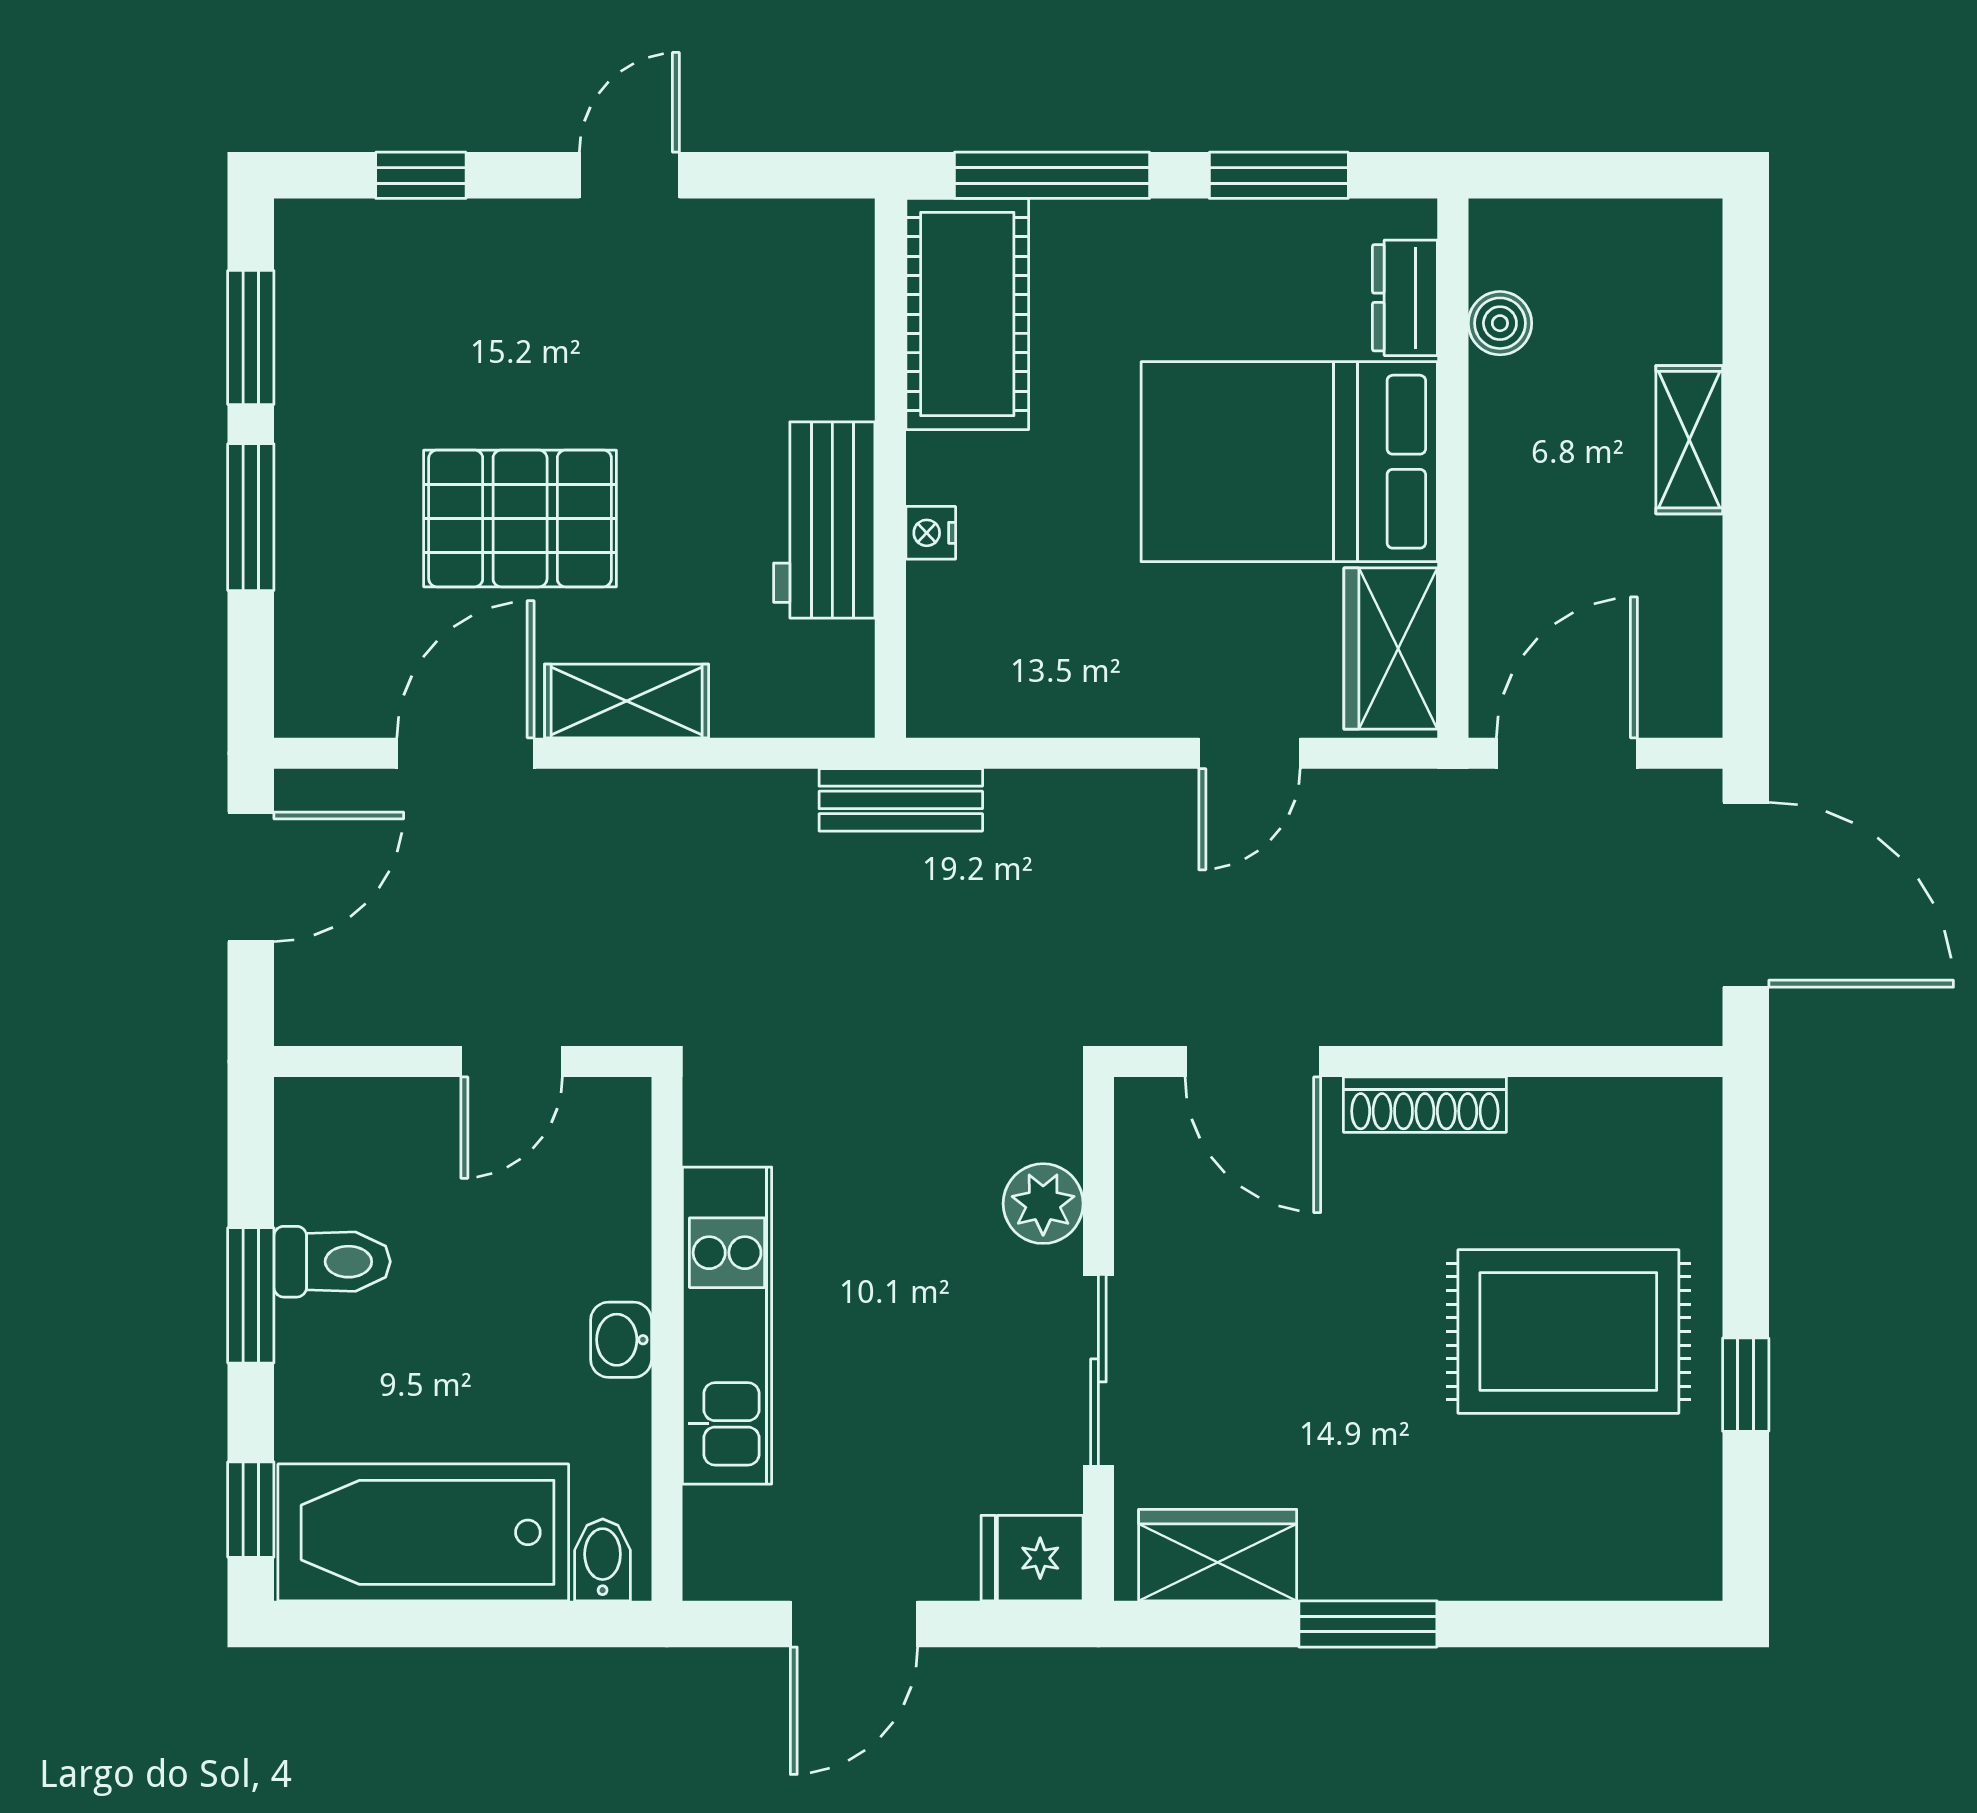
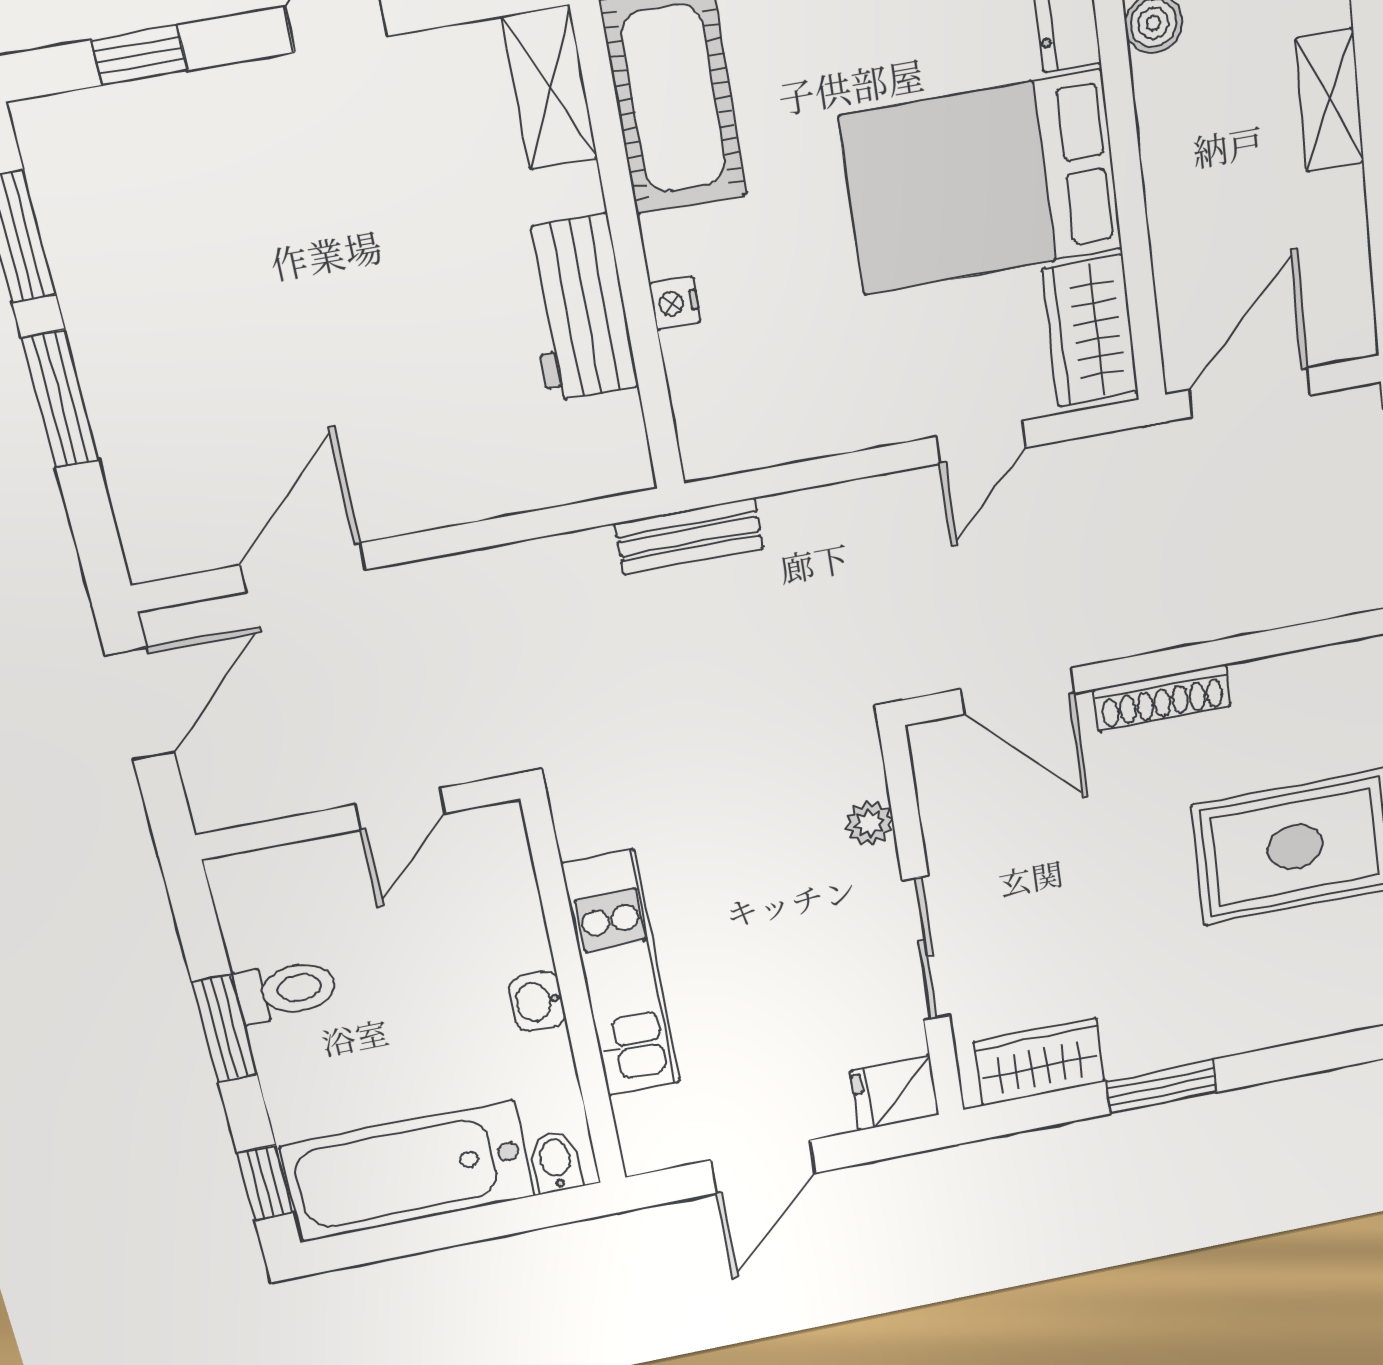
pallet: (520, 518) -> (305, 356), removed
shelving: (627, 701) -> (550, 88), moved, turned 90
plant: (1043, 1204) -> (870, 823), width x0.73, depth x0.73

